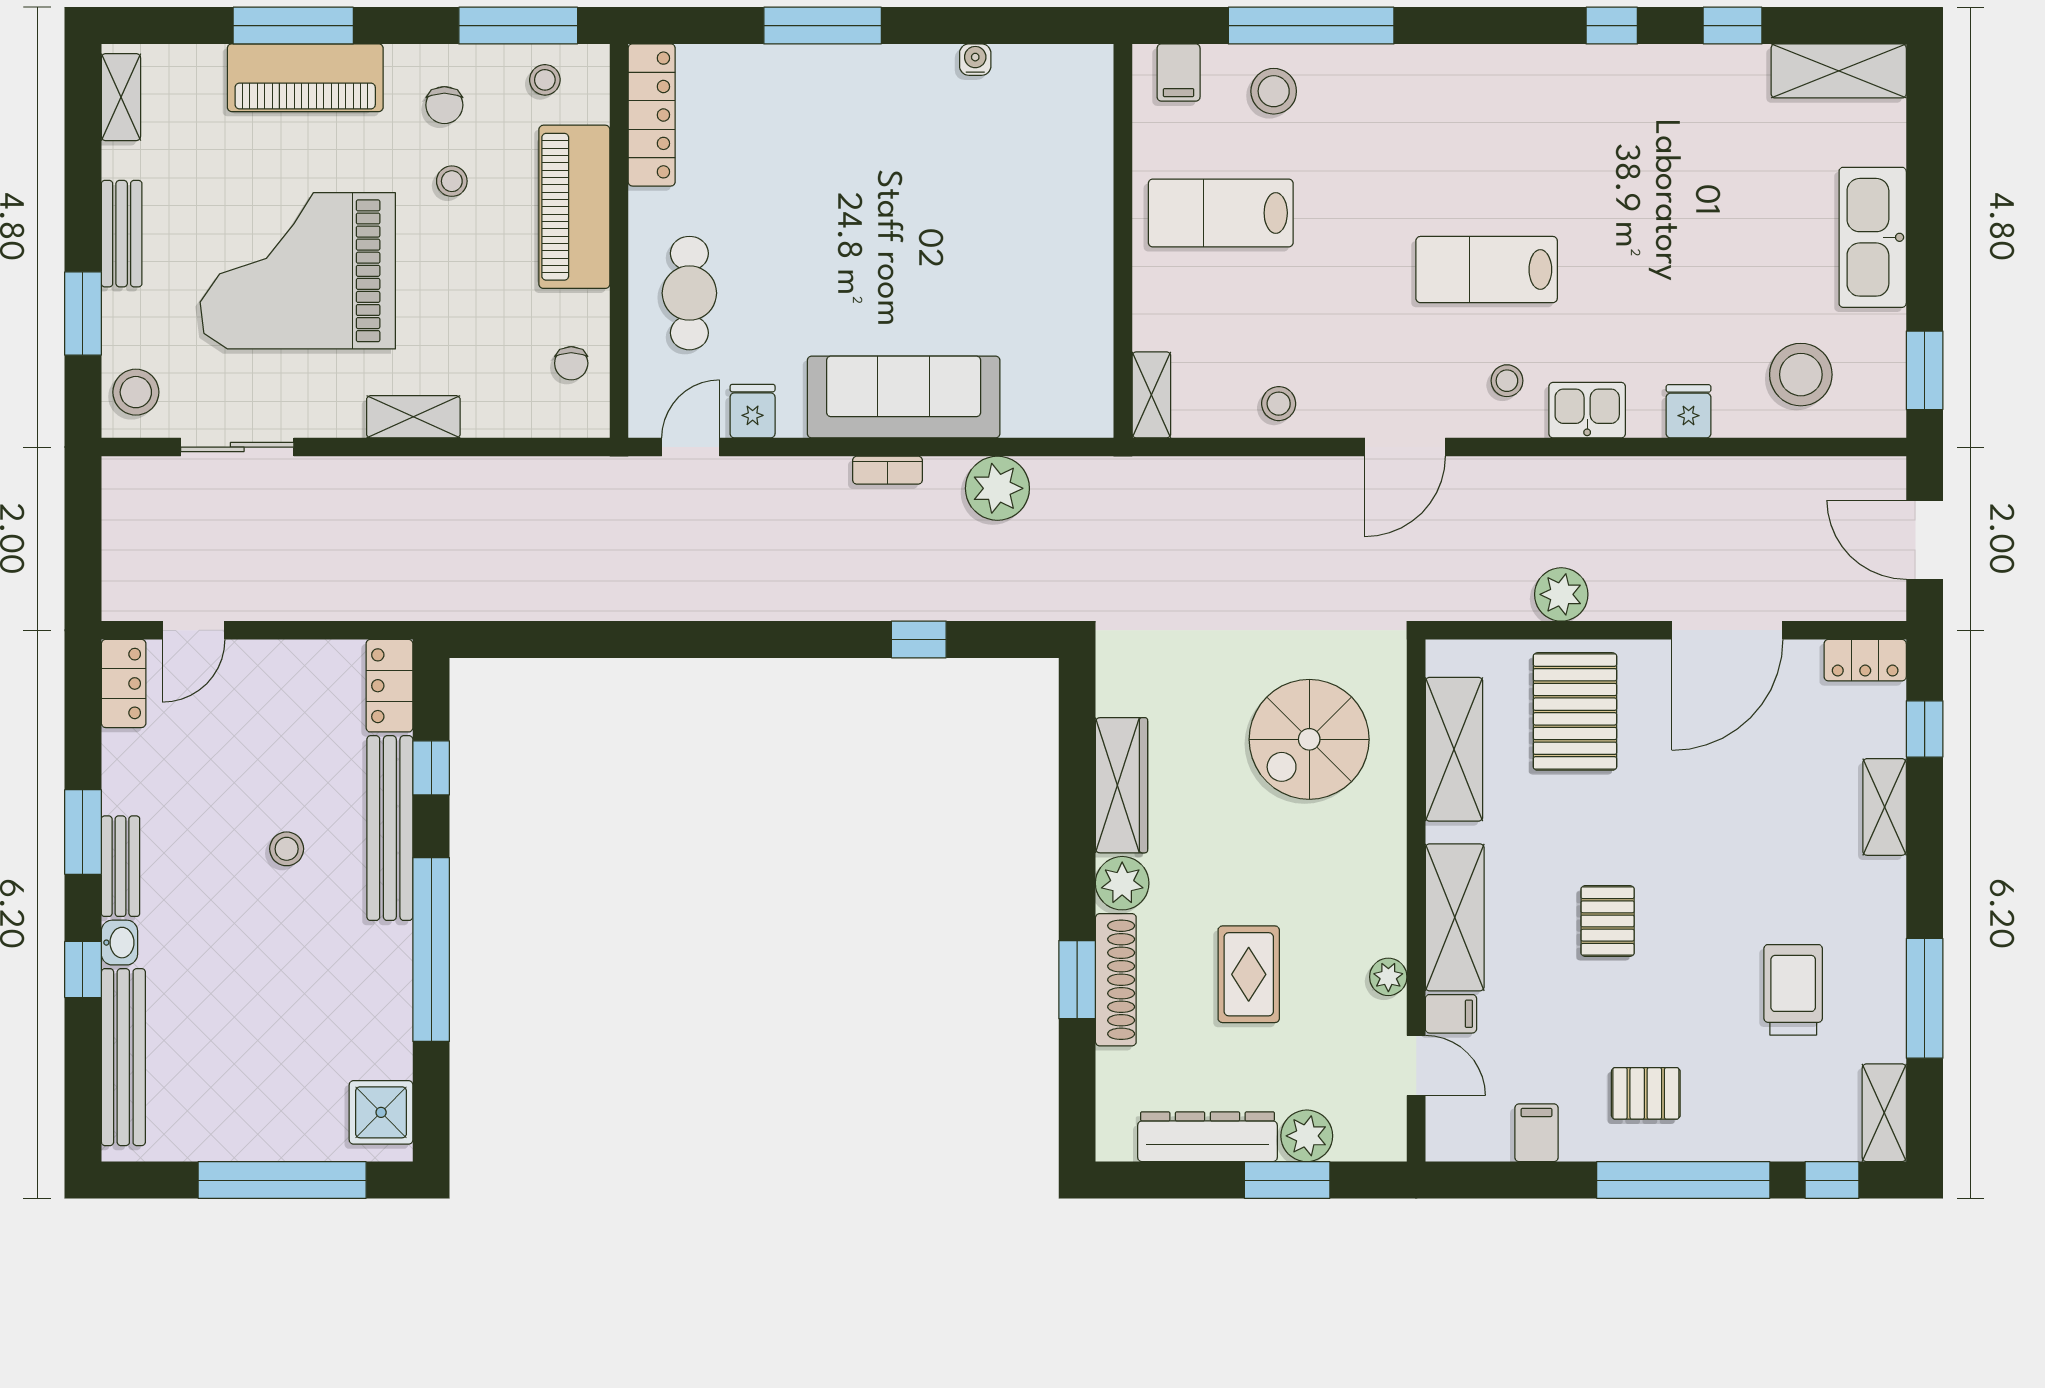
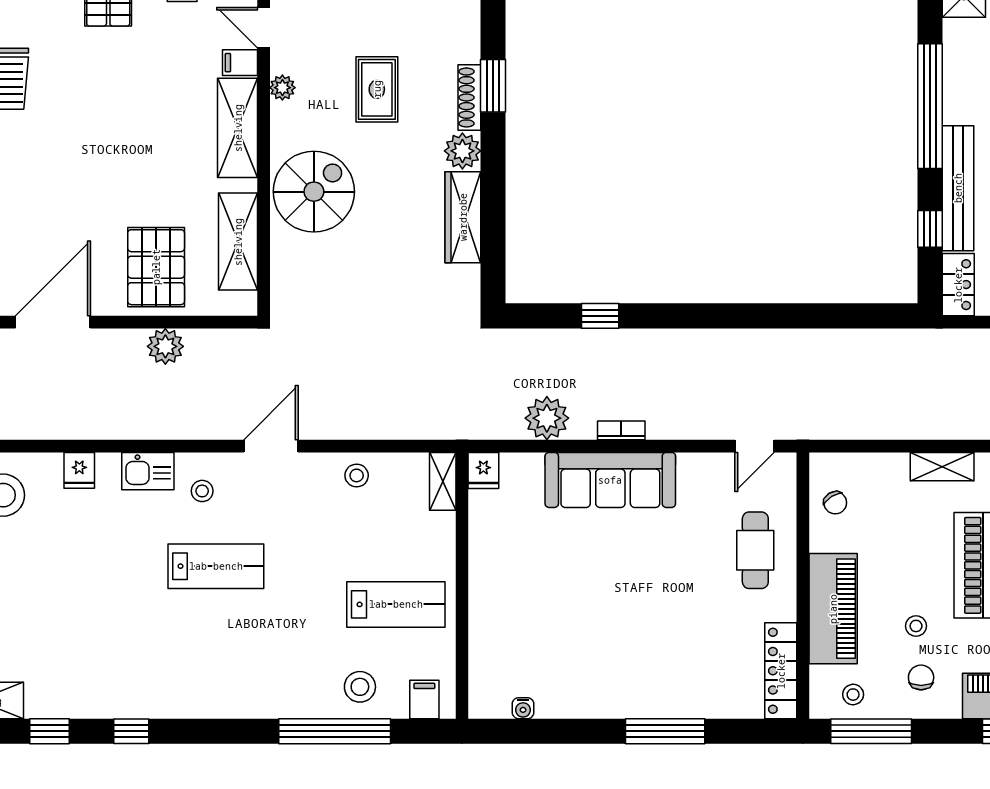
water cooler: (975, 60) -> (523, 708), moved
chair: (571, 363) -> (835, 503), turned 148
fridge: (753, 411) -> (483, 470), moved
spiral stairs: (1309, 739) -> (314, 192), moved
pallet: (1608, 921) -> (134, 125), removed
shoe rack: (1116, 980) -> (469, 97), width x0.74, depth x0.81

